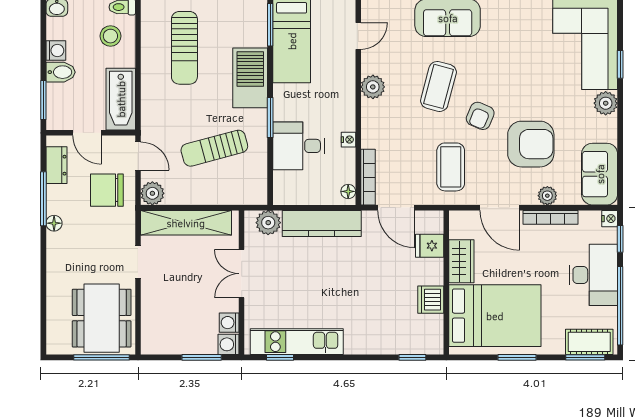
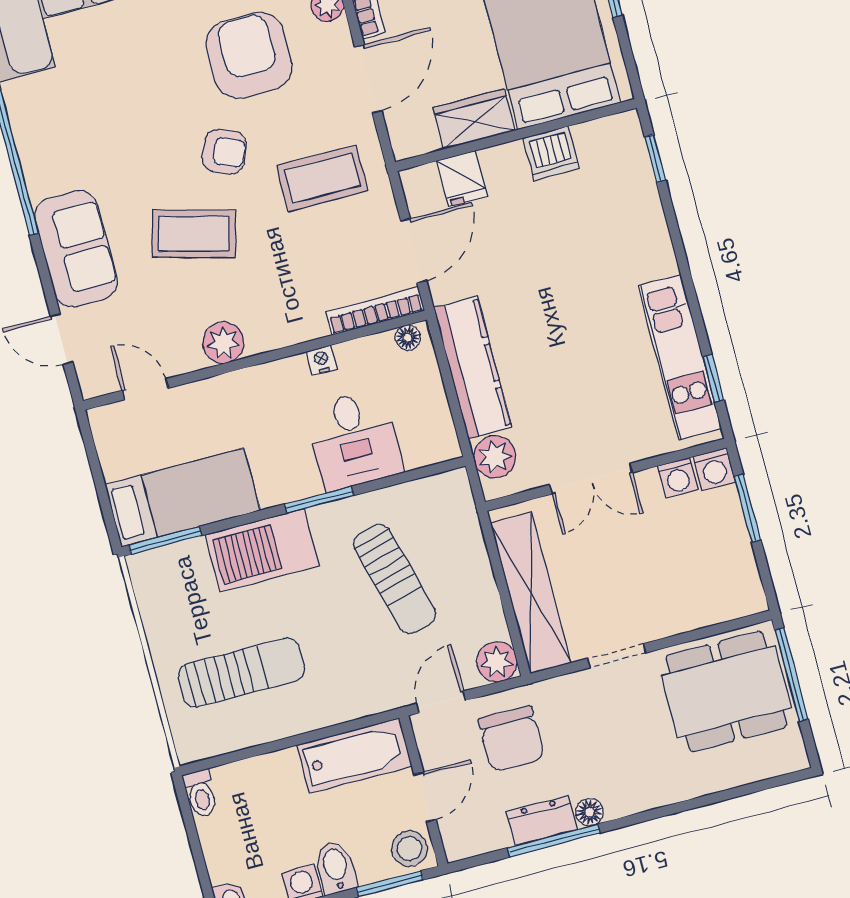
stool: (110, 36) -> (410, 849), moved
dresser: (56, 165) -> (542, 821), moved

